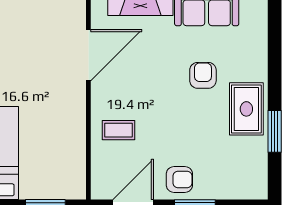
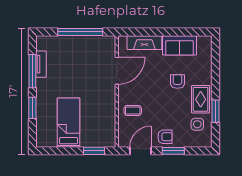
side table: (240, 156) -> (197, 124), added

